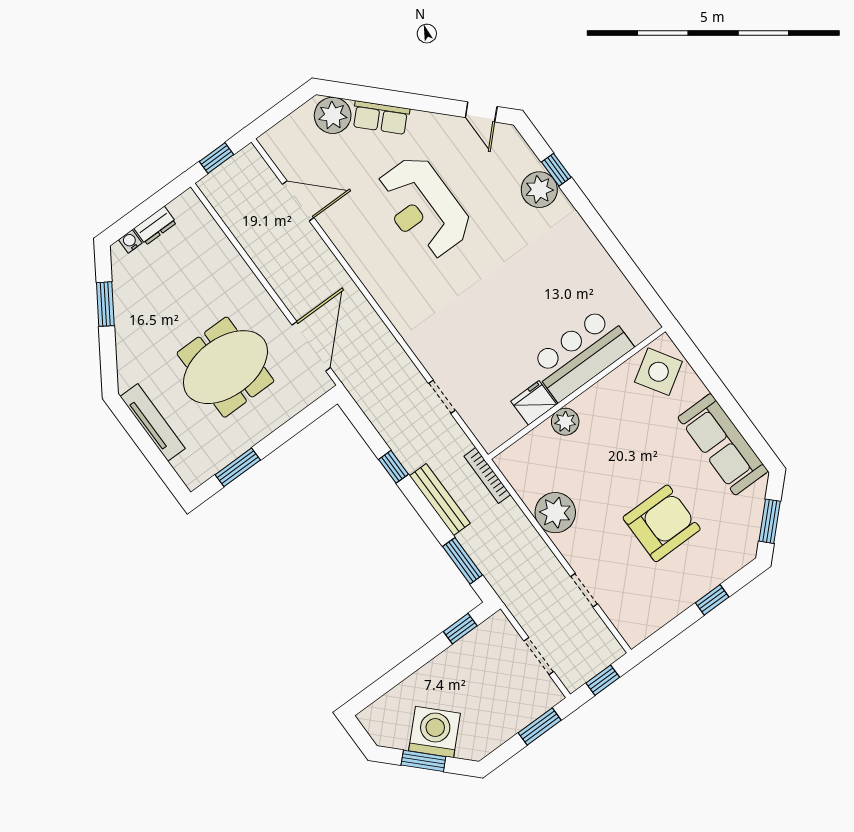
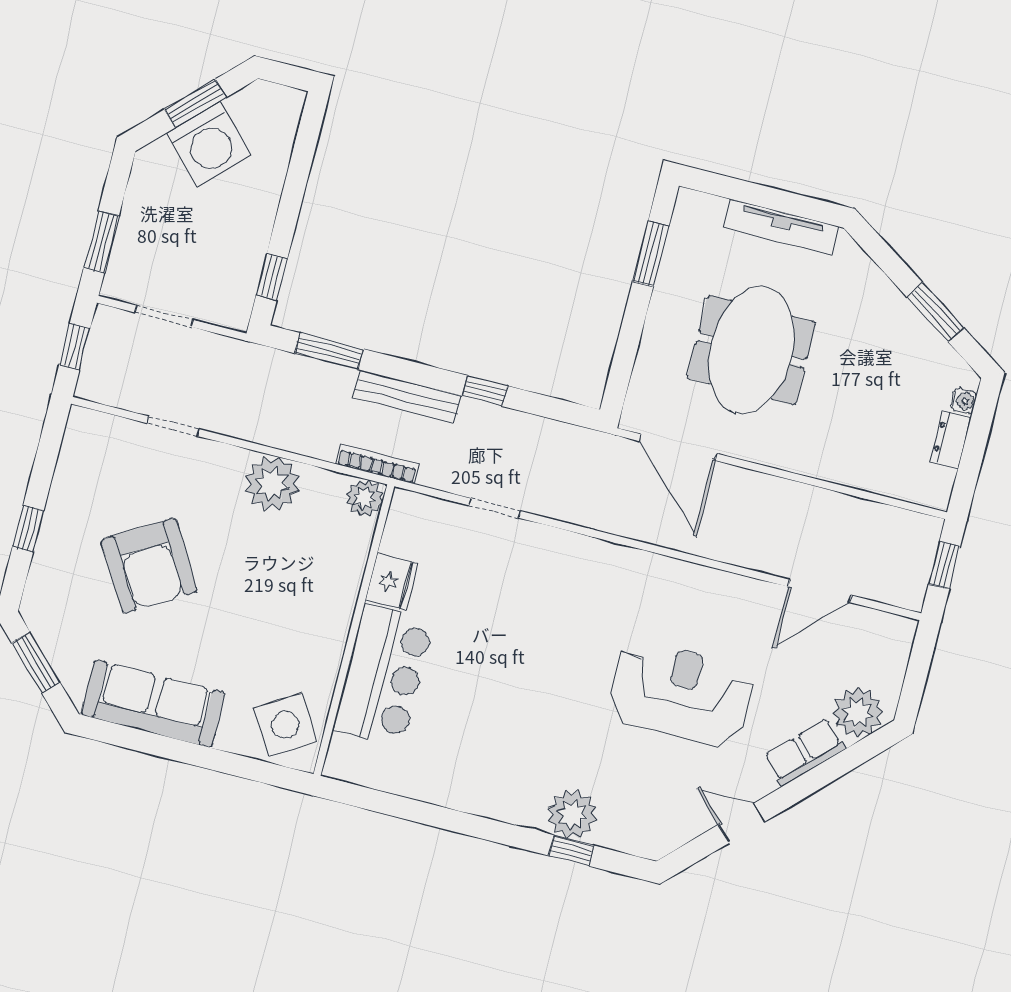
door: (481, 112) -> (741, 823), moved
plant: (565, 422) -> (365, 498), moved
armchair: (662, 523) -> (149, 566), turned -31

